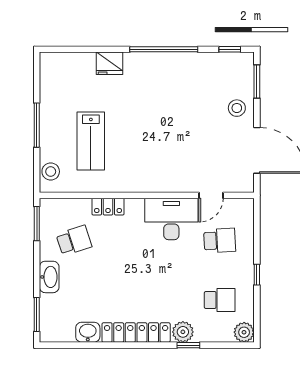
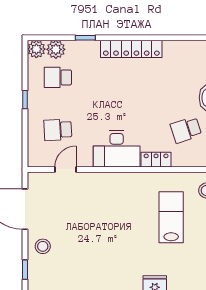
window: (257, 81) -> (25, 270), width x0.67
desk: (171, 219) -> (117, 149), moved
washbasin: (88, 332) -> (174, 49), removed
plant: (183, 332) -> (56, 49), moved

